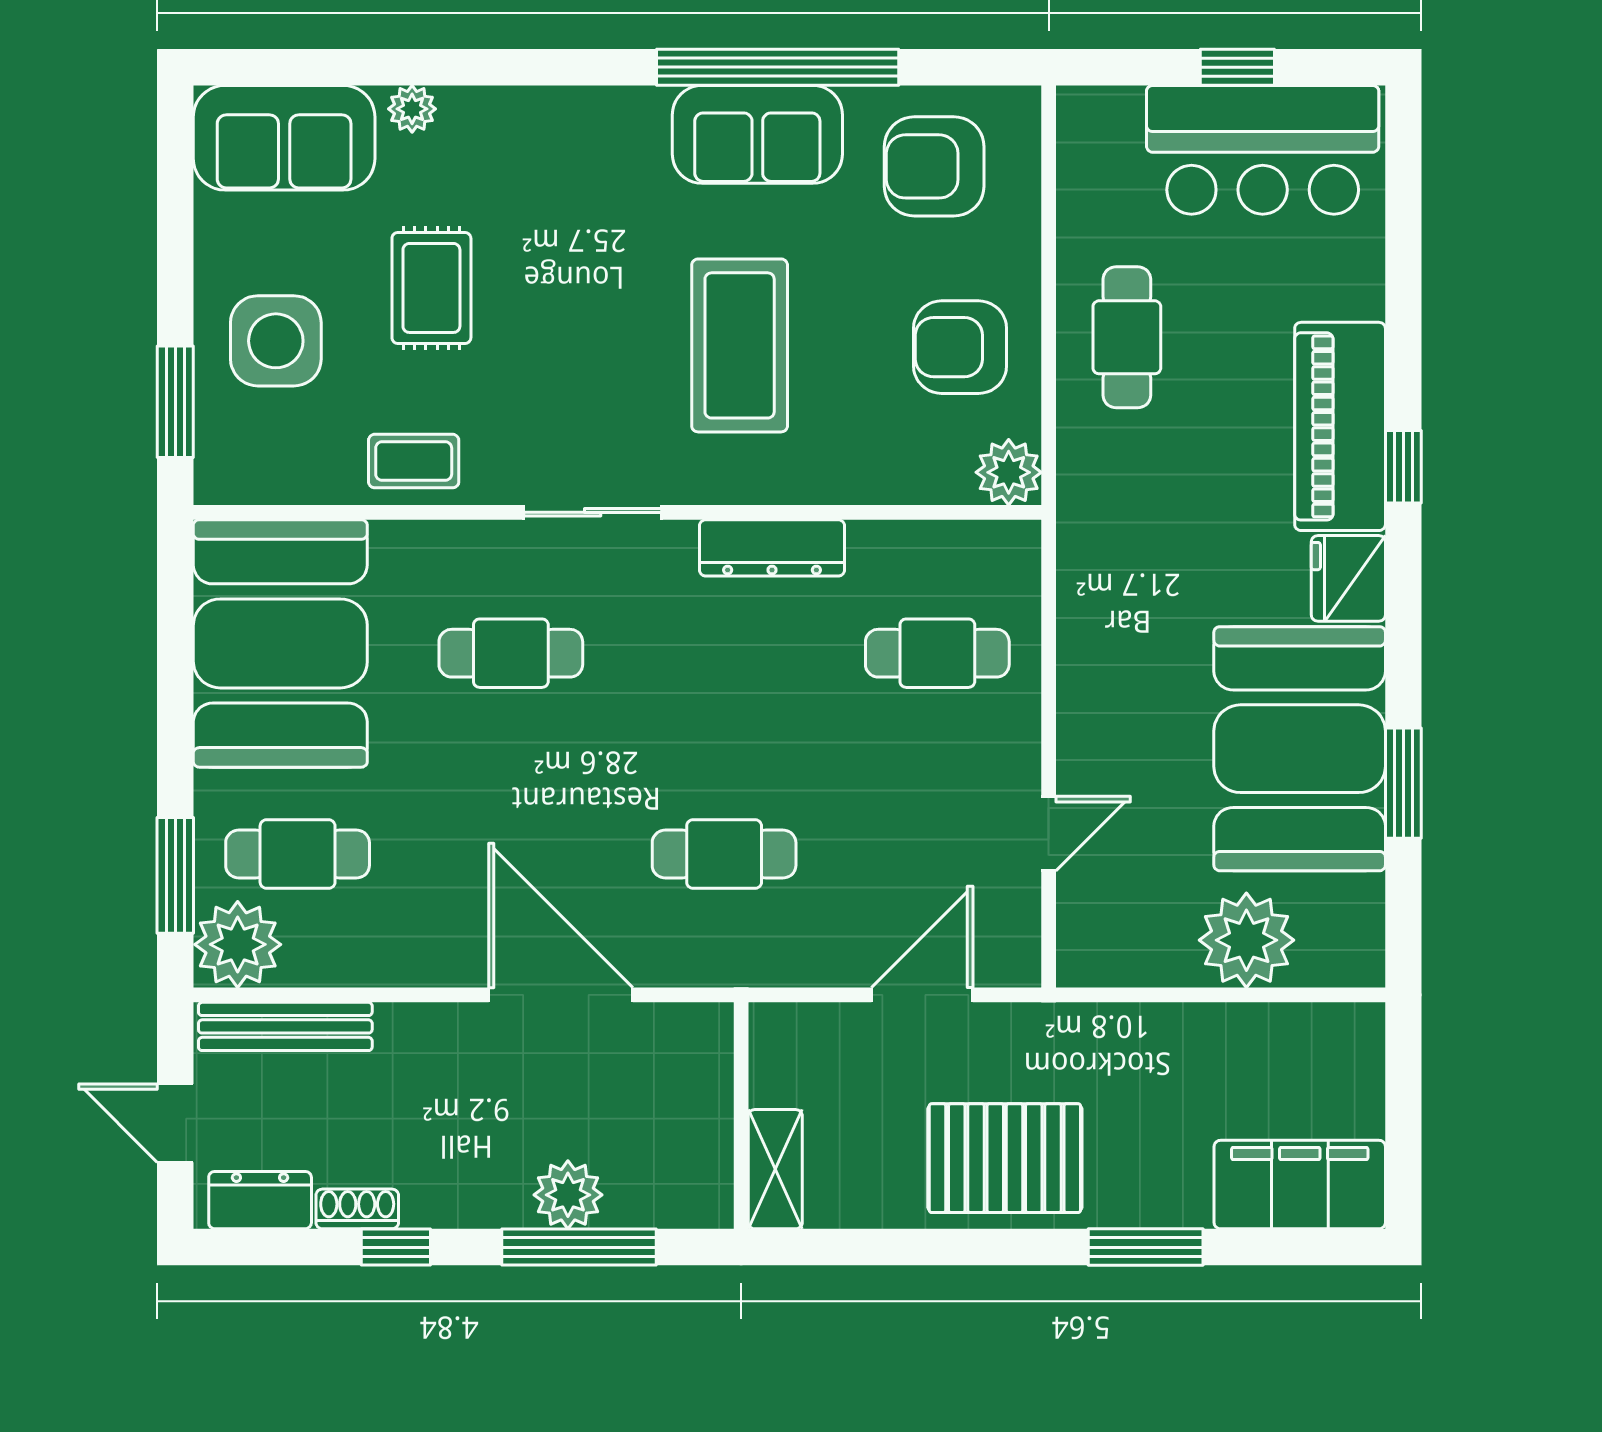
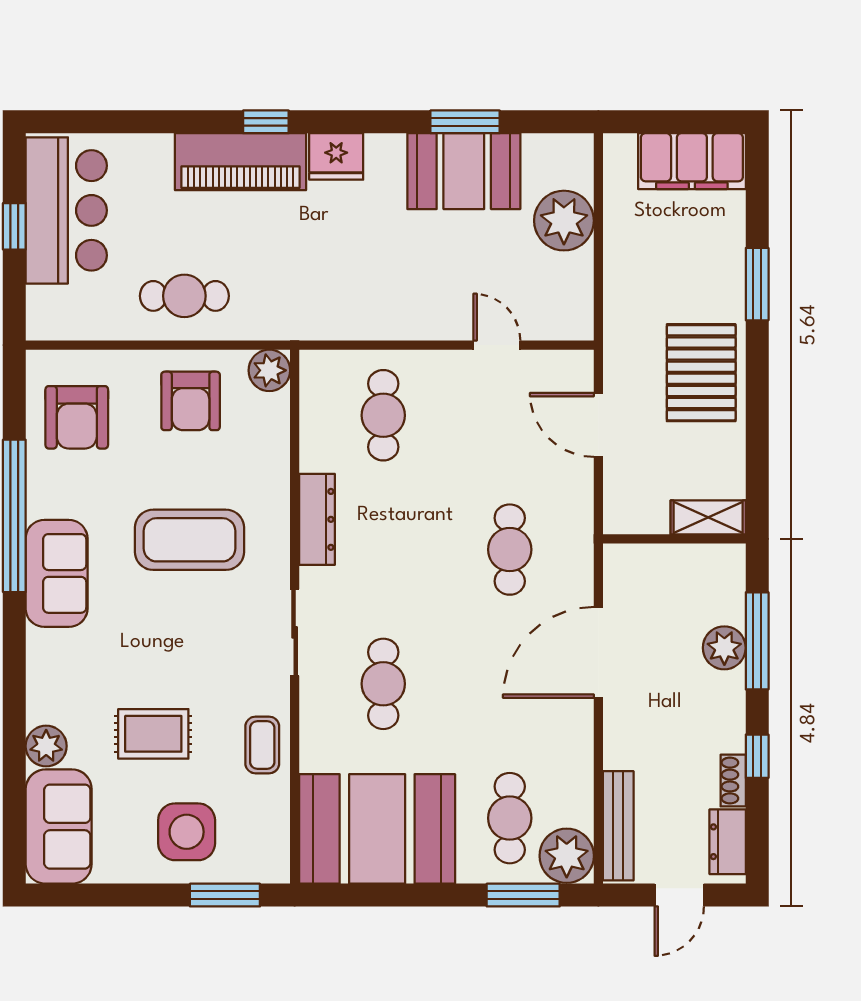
plant: (412, 109) -> (46, 746), width x1.38, depth x1.38
sofa: (757, 134) -> (57, 573), moved
booth: (1300, 749) -> (464, 171), width x0.73, depth x0.70
filing cabinet: (1300, 1185) -> (692, 161), moved, turned -90

